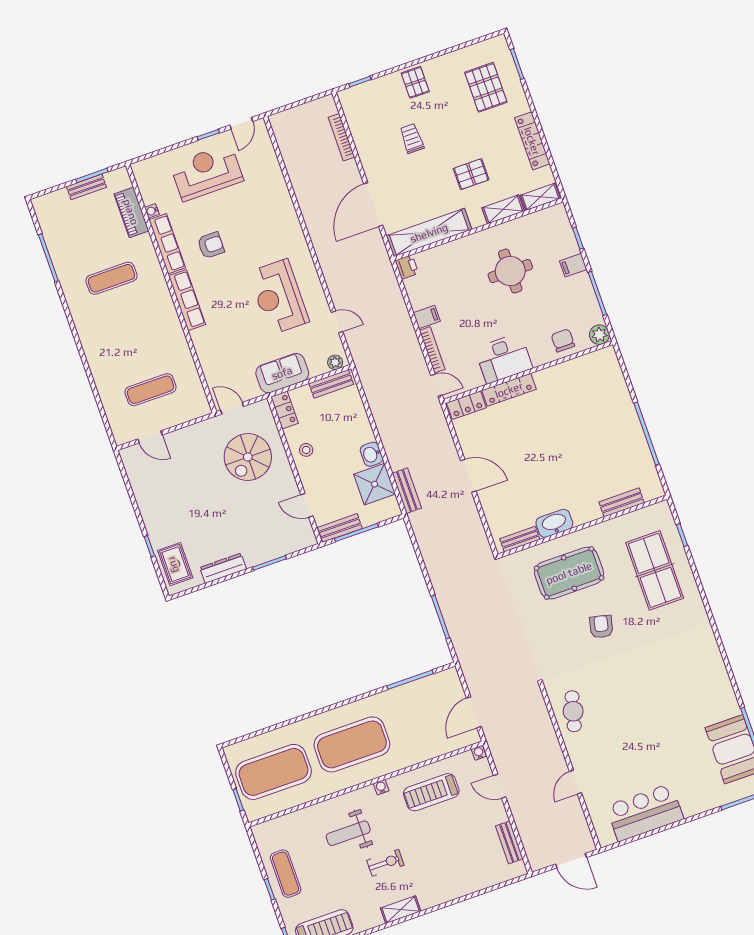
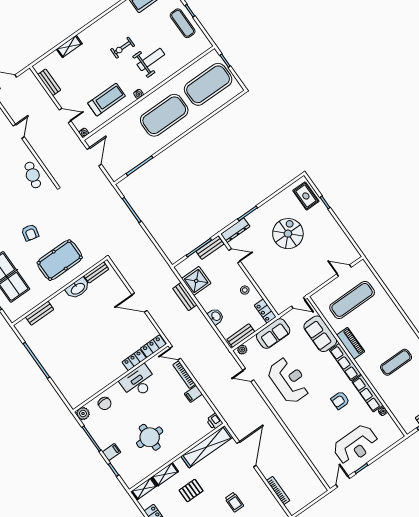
piano: (131, 212) -> (351, 343), moved
sofa: (212, 353) -> (320, 334), added
exercise mat: (150, 390) -> (352, 300), width x1.36, depth x1.45
locker: (509, 390) -> (134, 360), width x0.66
washbasin: (371, 454) -> (216, 316), moved
spiral stairs: (248, 457) -> (288, 234), moved
bench: (407, 491) -> (185, 297), moved
dresser: (223, 568) -> (235, 230), moved
shelving: (401, 910) -> (69, 46), moved

